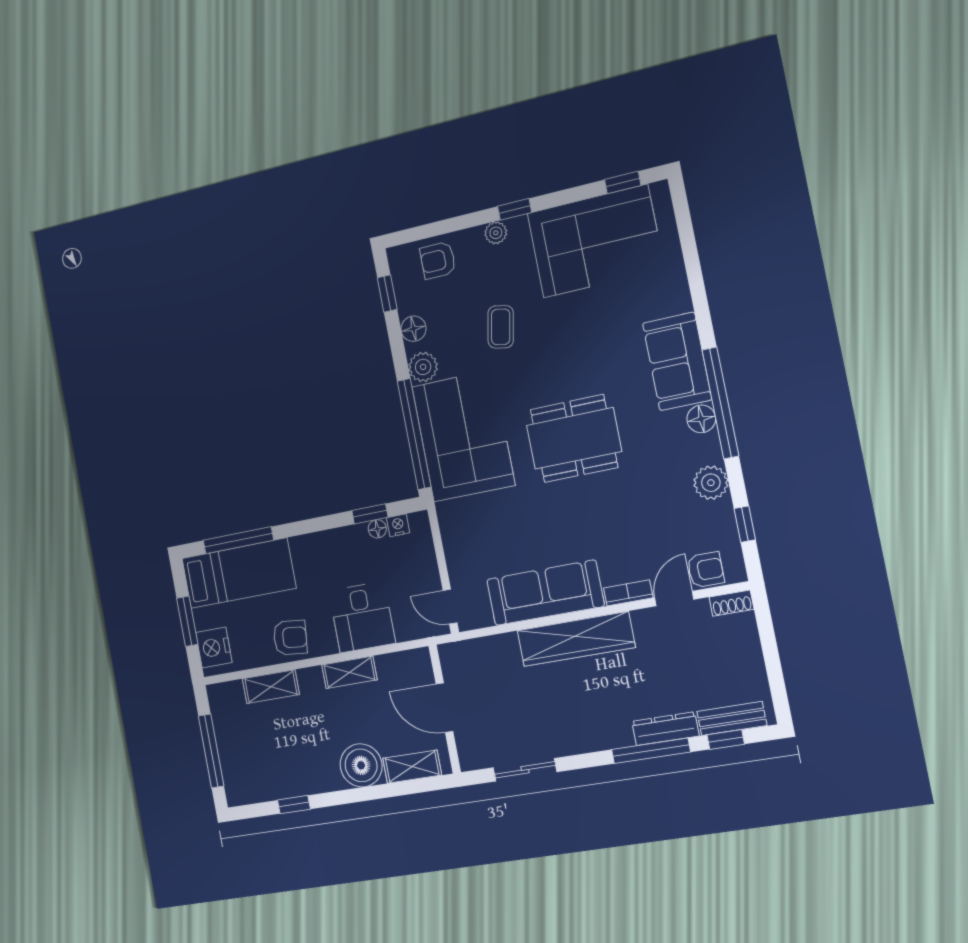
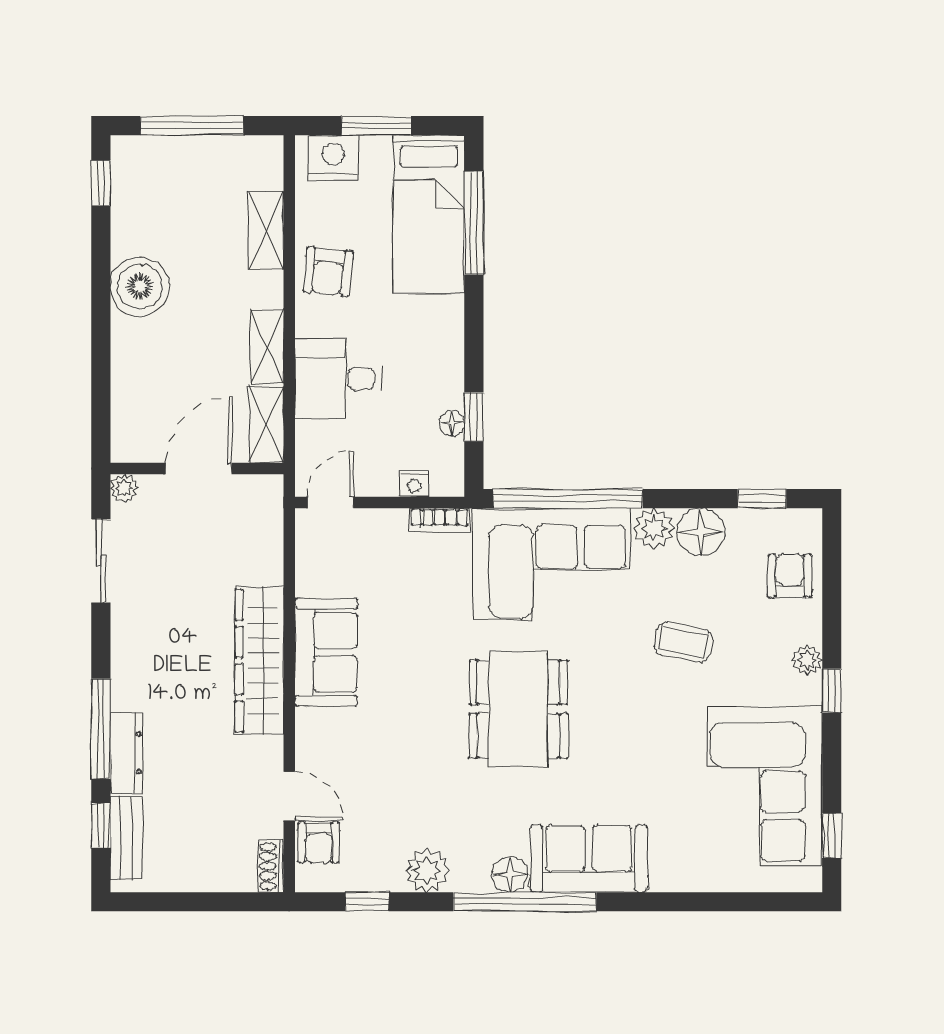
floor lamp: (414, 329) -> (701, 532), width x1.38, depth x1.38
nightstand: (398, 525) -> (414, 484), moved, turned 90
sofa: (545, 593) -> (326, 652), width x0.73
bookcase: (628, 593) -> (439, 520), moved, turned 90
plant: (469, 760) -> (124, 488), added
boiler: (361, 765) -> (140, 286), moved
shelving: (412, 767) -> (266, 425), moved
window: (294, 805) -> (101, 183), moved

